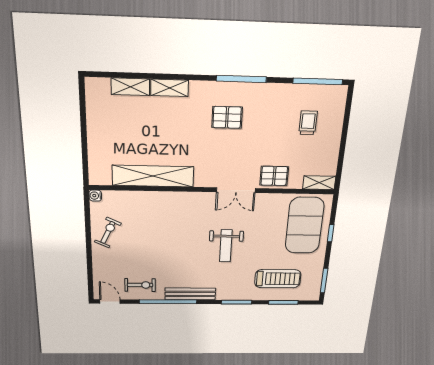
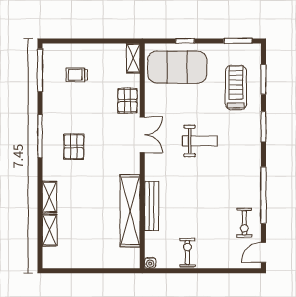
exercise bike: (108, 232) -> (187, 253), turned 65
exercise bike: (140, 285) -> (244, 223), turned 180
bench: (190, 294) -> (152, 206), moved

